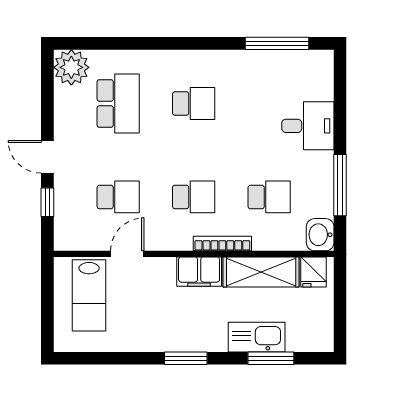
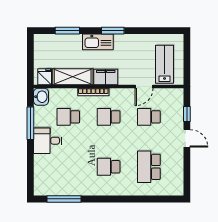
plant: (71, 67) -> (174, 186), removed
desk: (308, 126) -> (48, 141), moved
kitchen sink: (257, 337) -> (98, 42), moved

